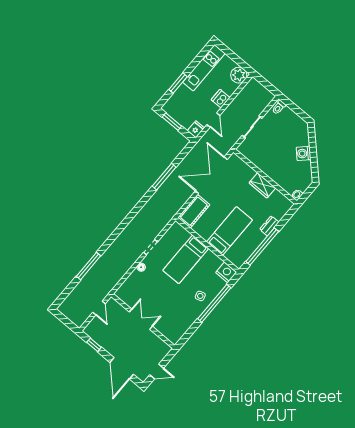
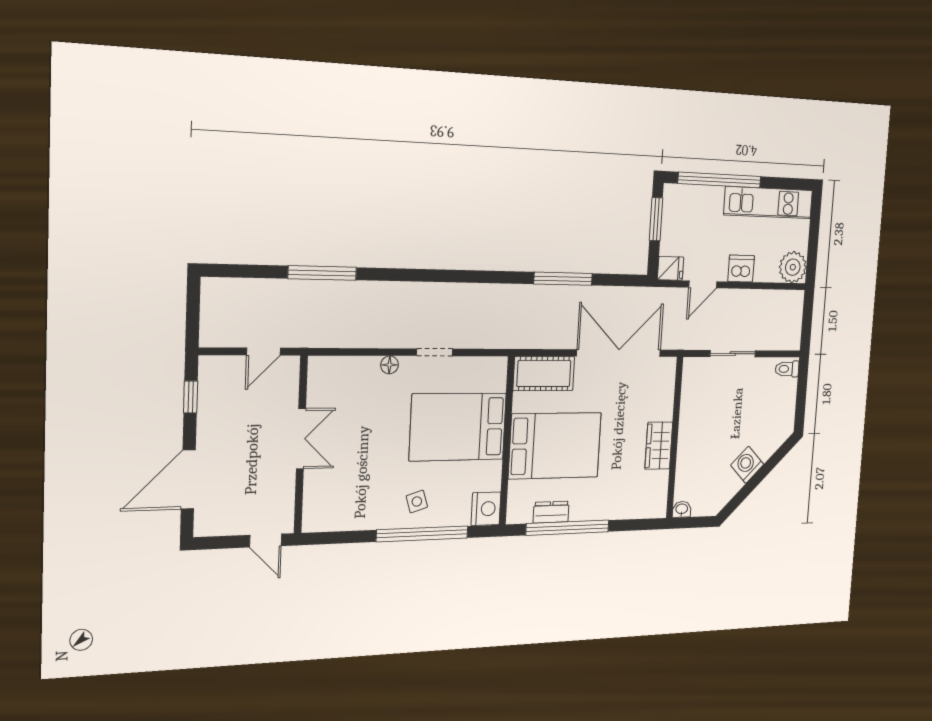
window: (178, 83) -> (720, 180), width x2.11
dresser: (269, 226) -> (551, 512), moved
bed: (229, 231) -> (555, 446), width x1.50
bed: (186, 259) -> (458, 427), width x1.50
door: (157, 372) -> (266, 541), moved

